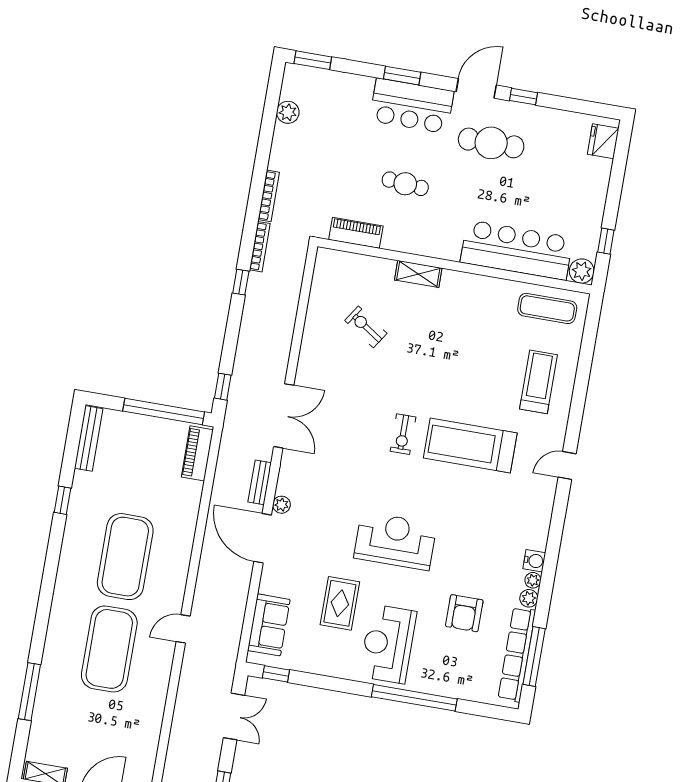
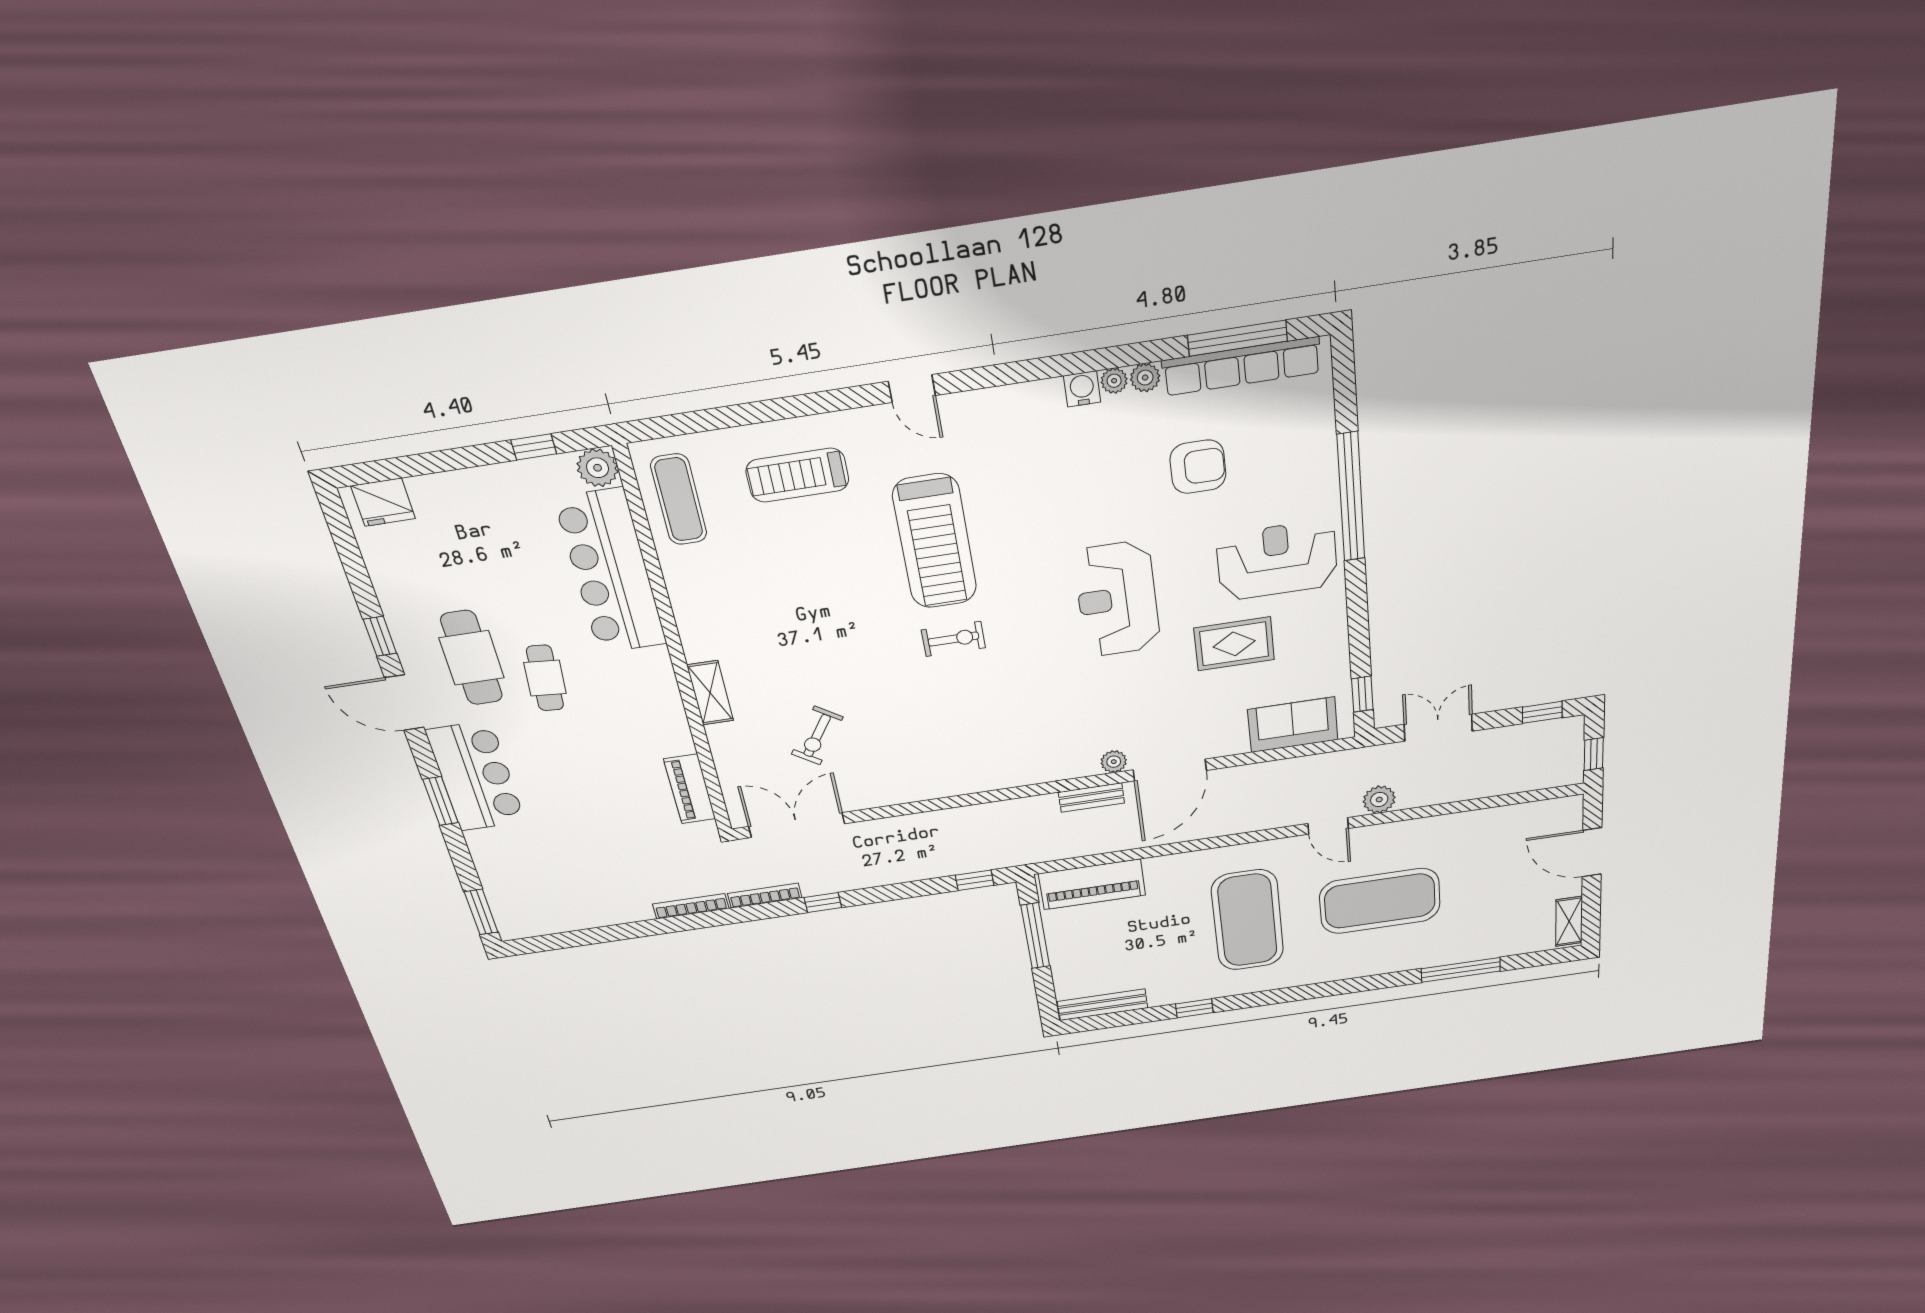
plant: (288, 112) -> (1379, 800), moved
cafe table: (405, 184) -> (545, 678), moved
window: (164, 412) -> (1035, 936), width x0.68
double door: (284, 416) -> (797, 825), moved
piano: (197, 453) -> (1092, 884), width x1.37, depth x1.33
exercise mat: (125, 557) -> (1248, 920), turned 90
reception desk: (388, 644) -> (1277, 560), turned 180

